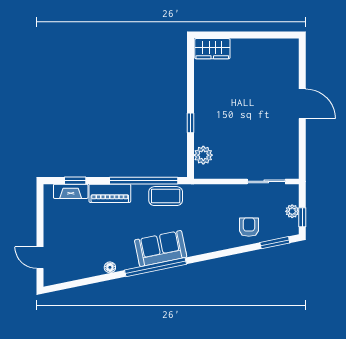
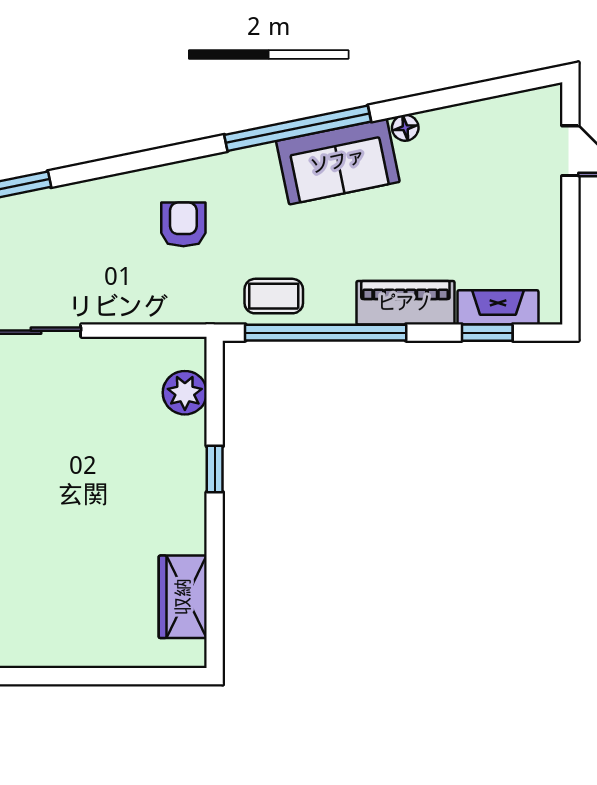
wardrobe: (212, 49) -> (183, 597), moved, turned -90
coffee table: (166, 196) -> (274, 296), width x0.73, depth x0.77
armchair: (249, 227) -> (183, 224), moved, turned 180
sofa: (161, 249) -> (338, 161), moved

